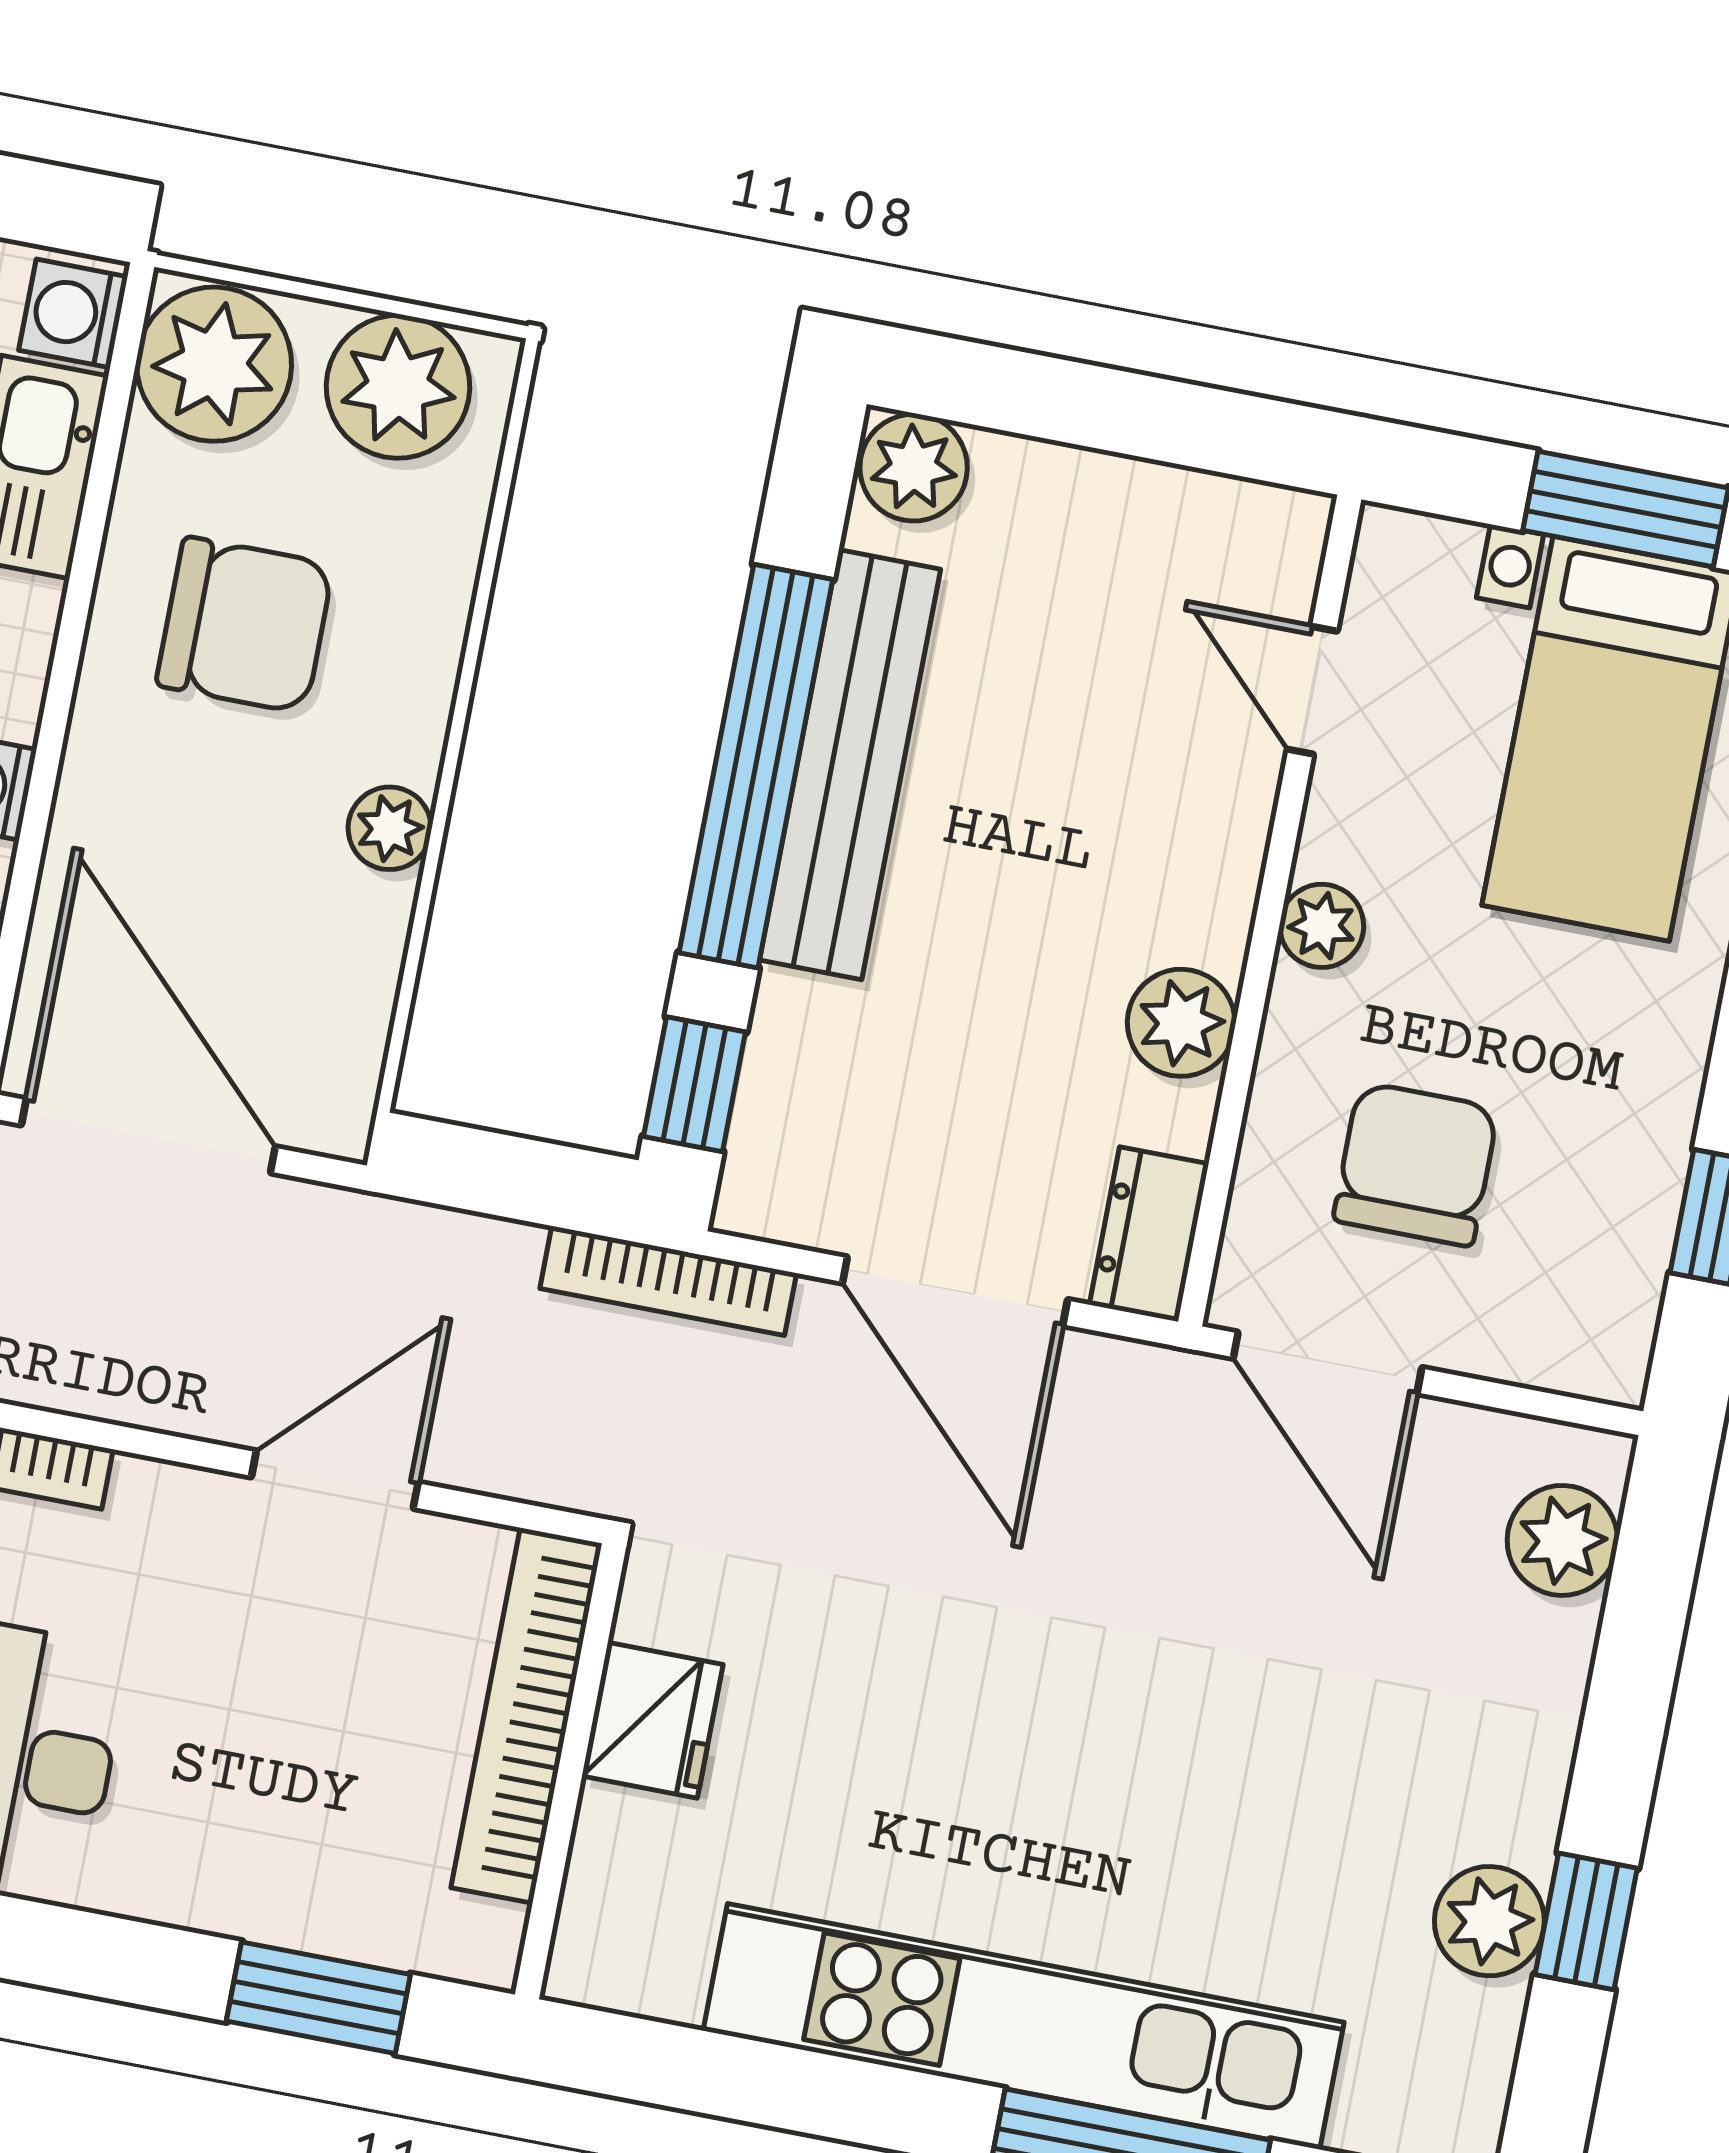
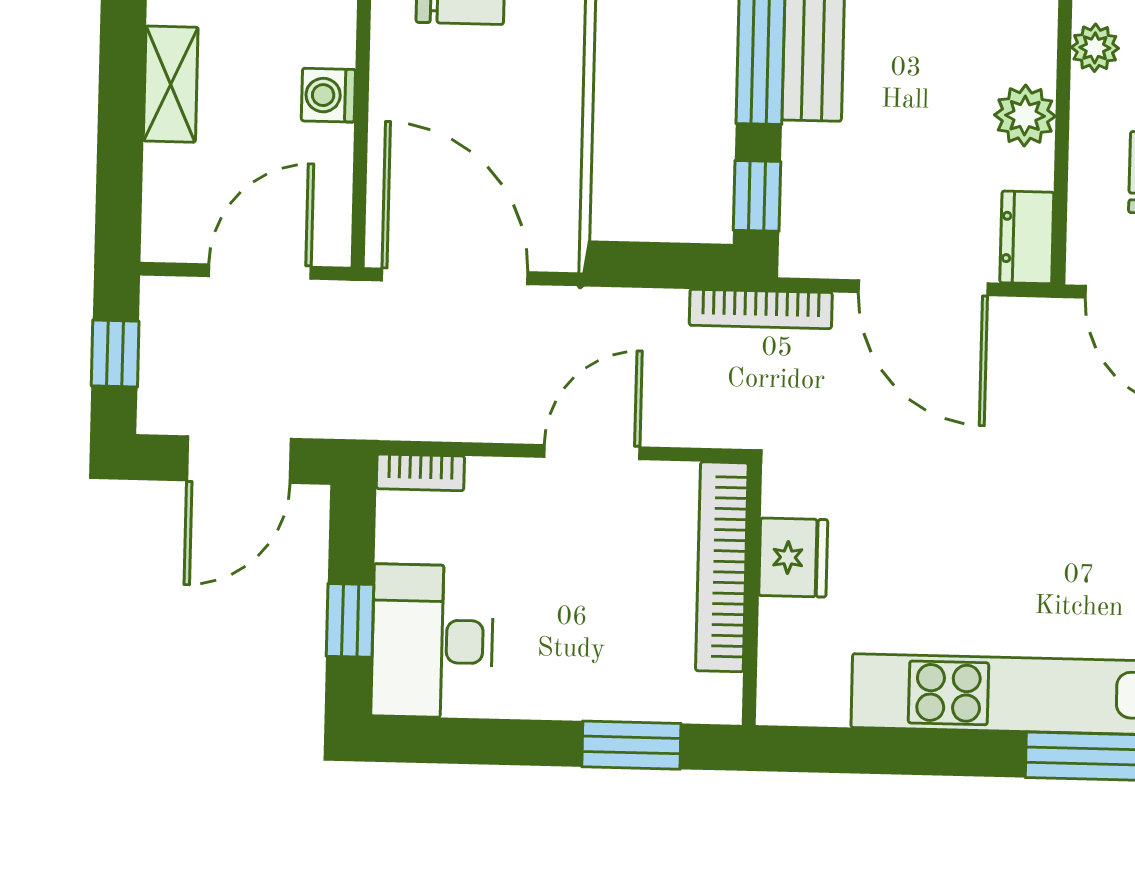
plant: (390, 828) -> (561, 81), removed

